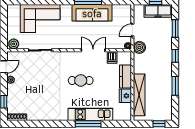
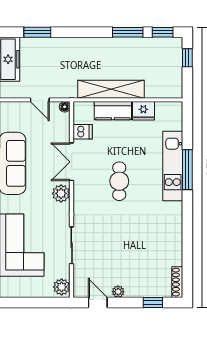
plant: (73, 44) -> (61, 193), added
boiler: (139, 47) -> (67, 89), removed
window: (175, 56) -> (163, 32), moved
shelving: (139, 95) -> (111, 89), moved

